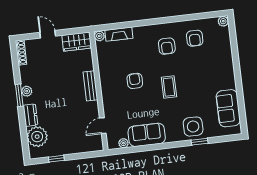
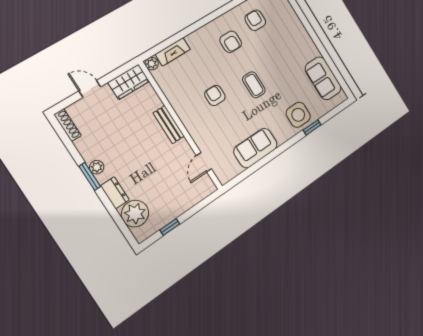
armchair: (195, 38) -> (255, 20), turned 180
plant: (123, 143) -> (235, 170), removed

